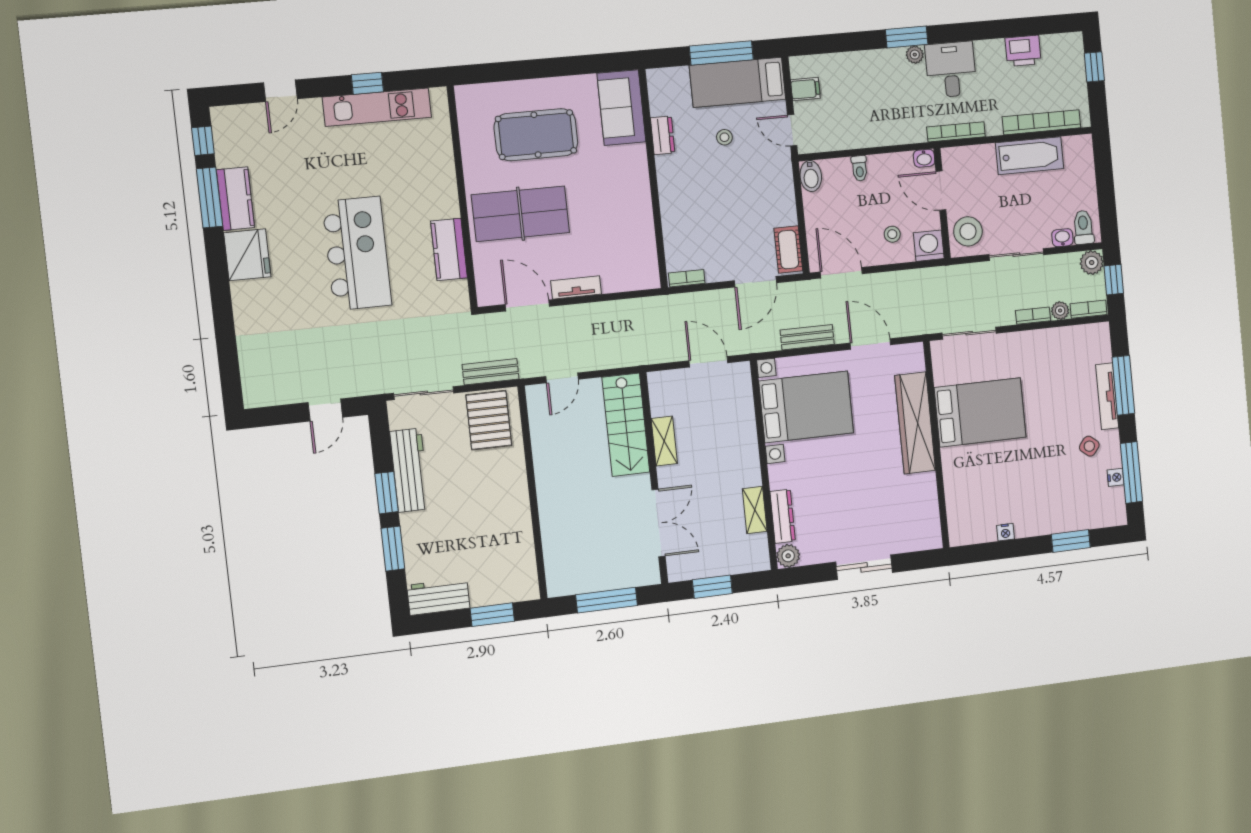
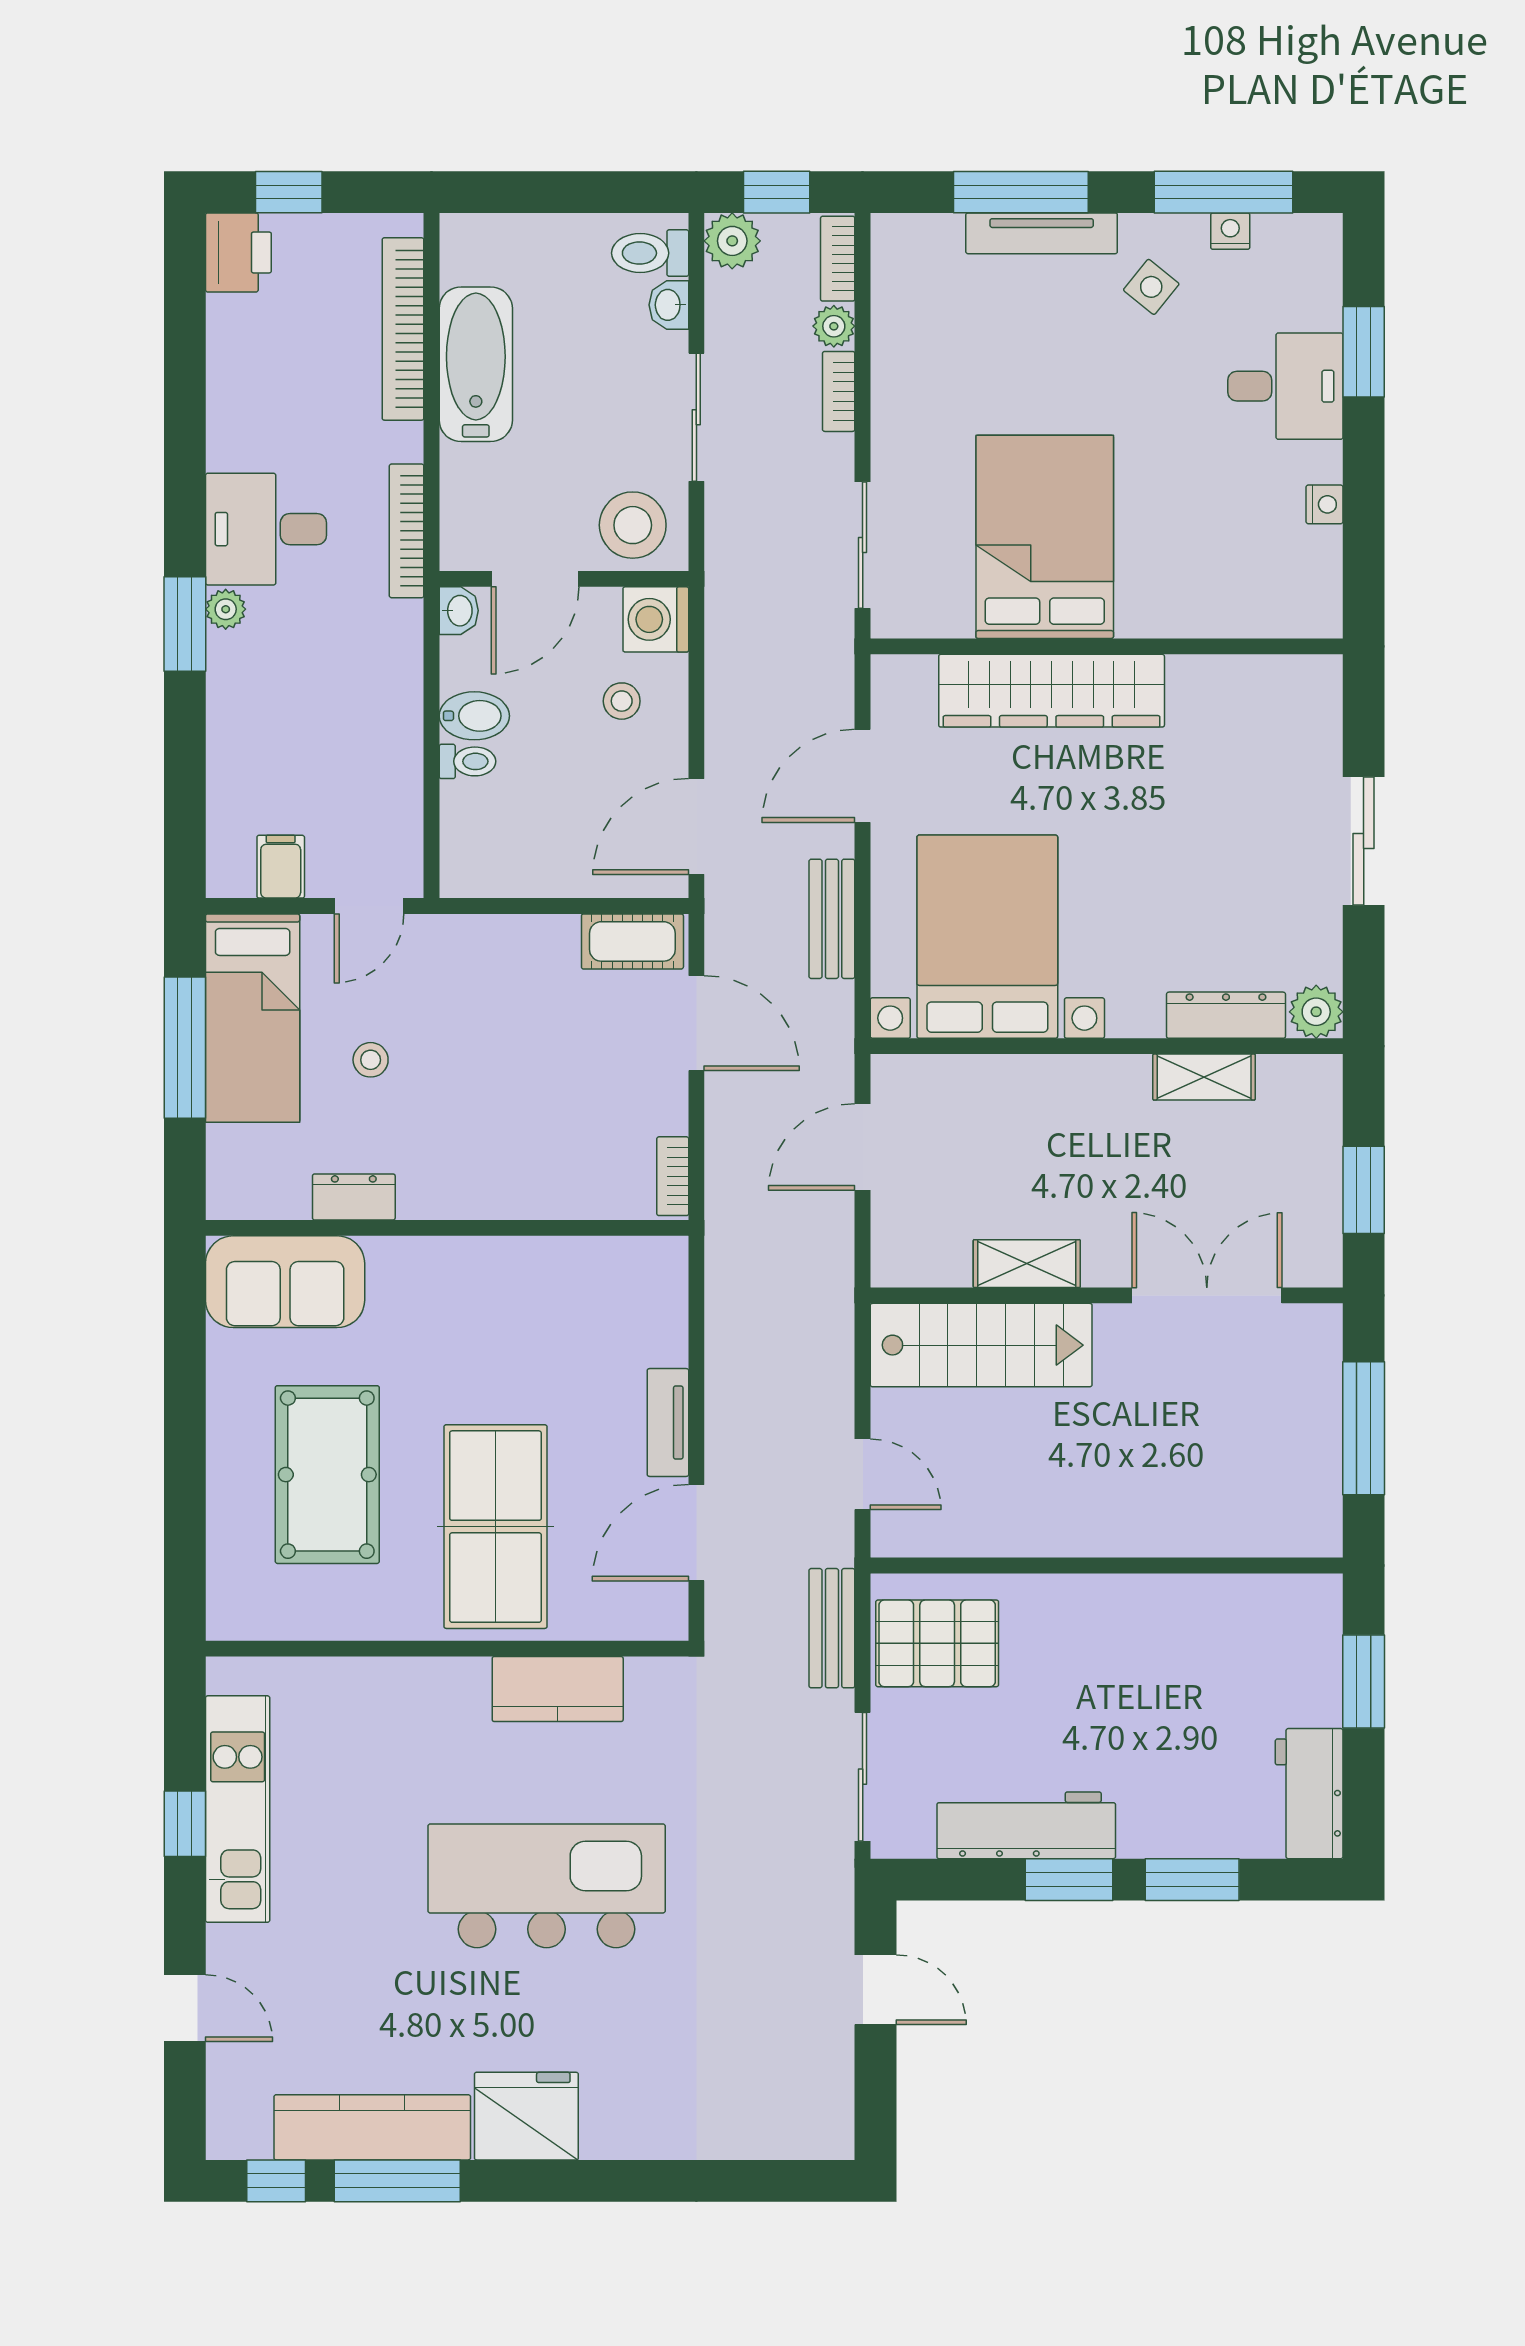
printer: (1023, 51) -> (238, 252), moved
bidet: (811, 176) -> (474, 716), moved
kitchen counter: (235, 199) -> (372, 2127), width x1.50
desk: (1053, 509) -> (1285, 386), added

